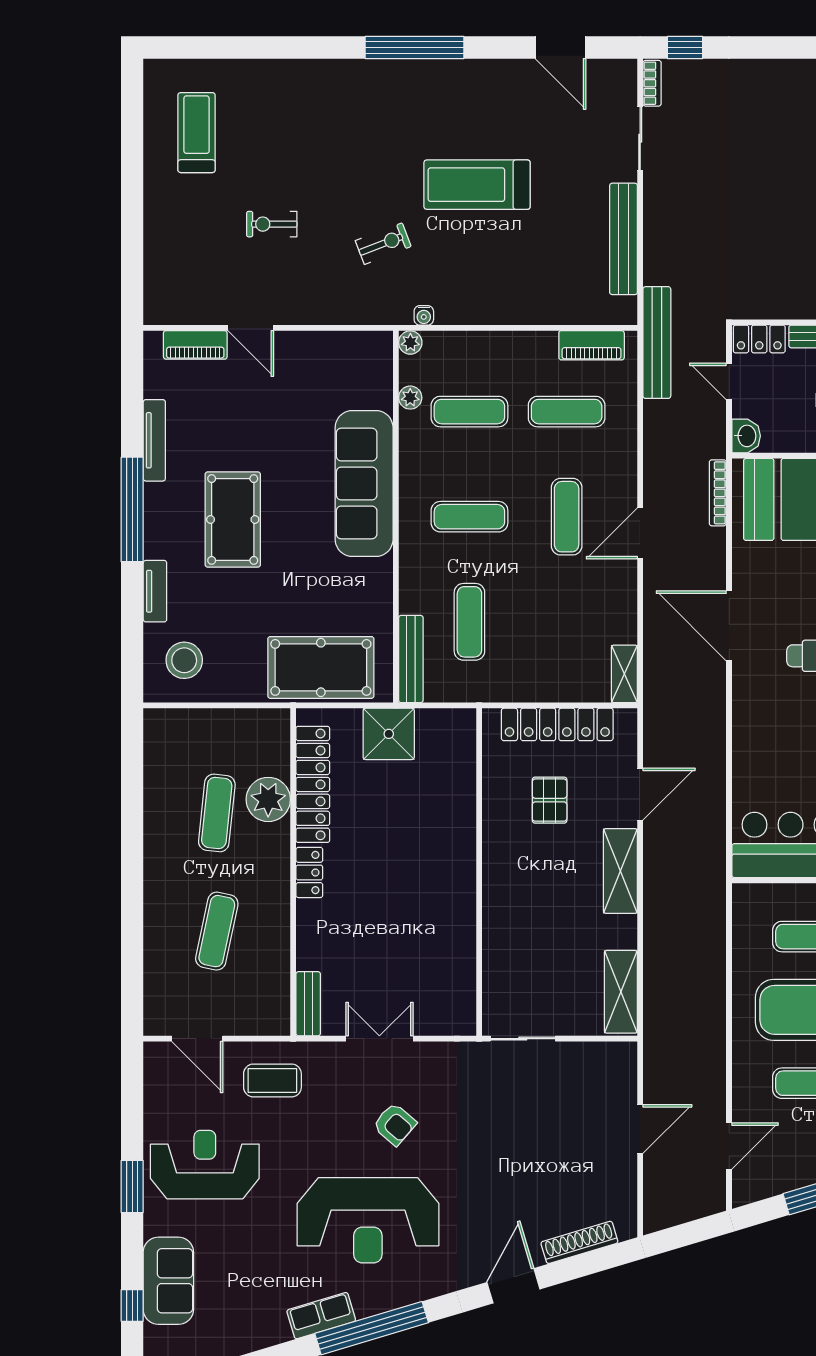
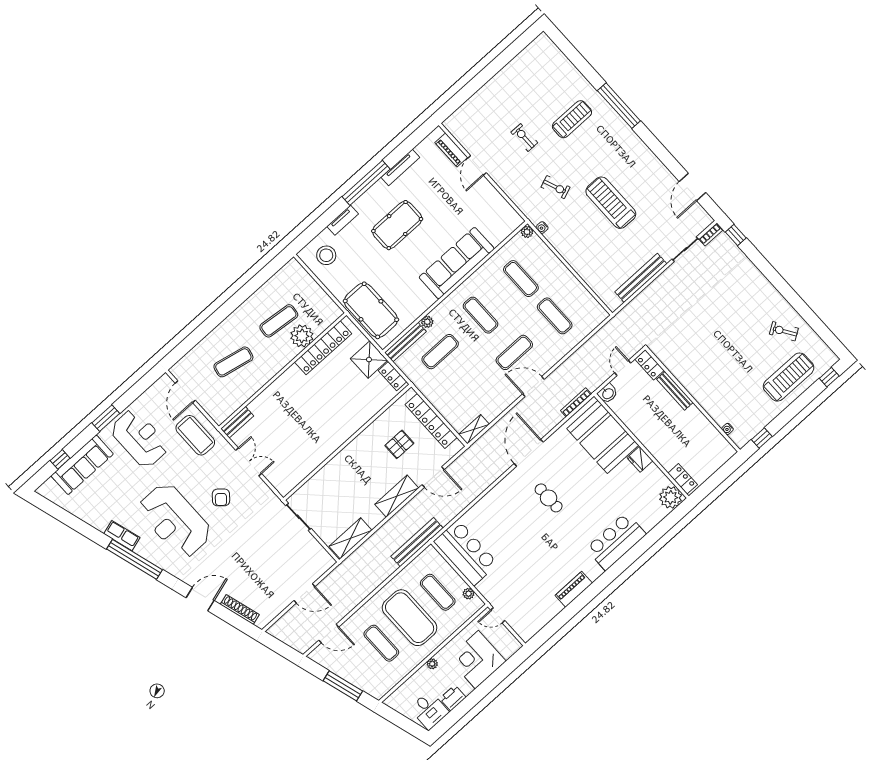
window: (415, 47) -> (619, 106), moved
treadmill: (197, 133) -> (572, 119), moved
bench: (657, 343) -> (417, 542), moved
piano: (592, 345) -> (589, 302), removed
plant: (410, 398) -> (427, 322), moved
locker: (309, 872) -> (393, 376), moved, turned 90
coffee table: (272, 1080) -> (195, 435), width x1.36, depth x1.32
sofa: (168, 1281) -> (82, 465), width x1.36

